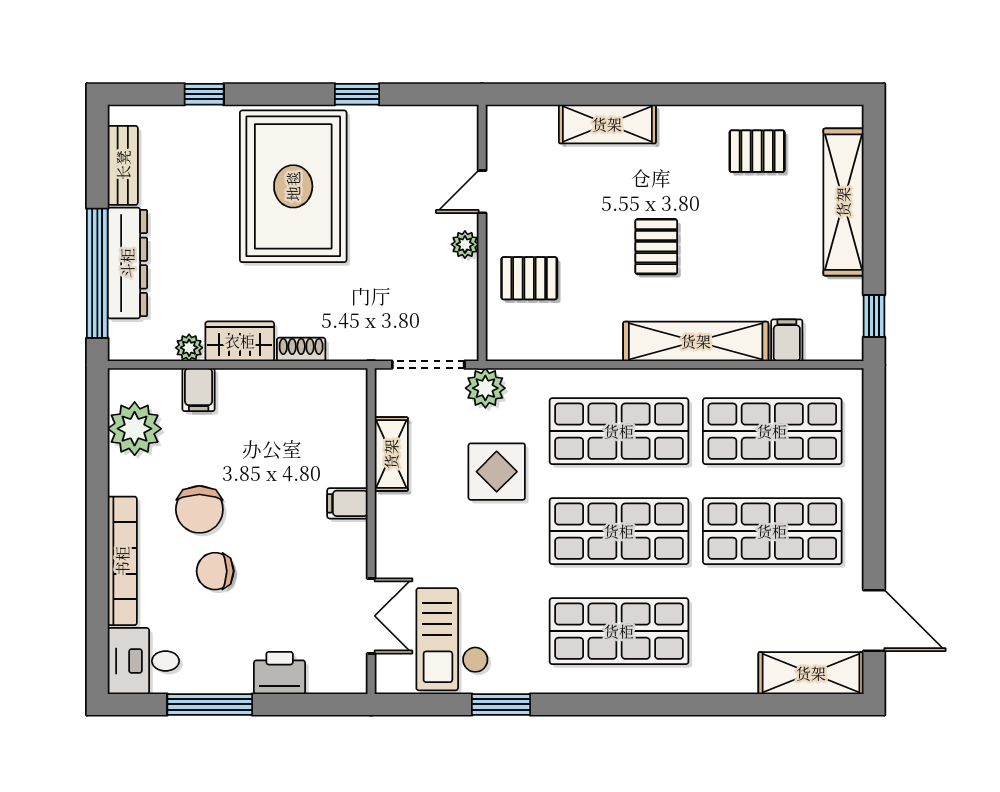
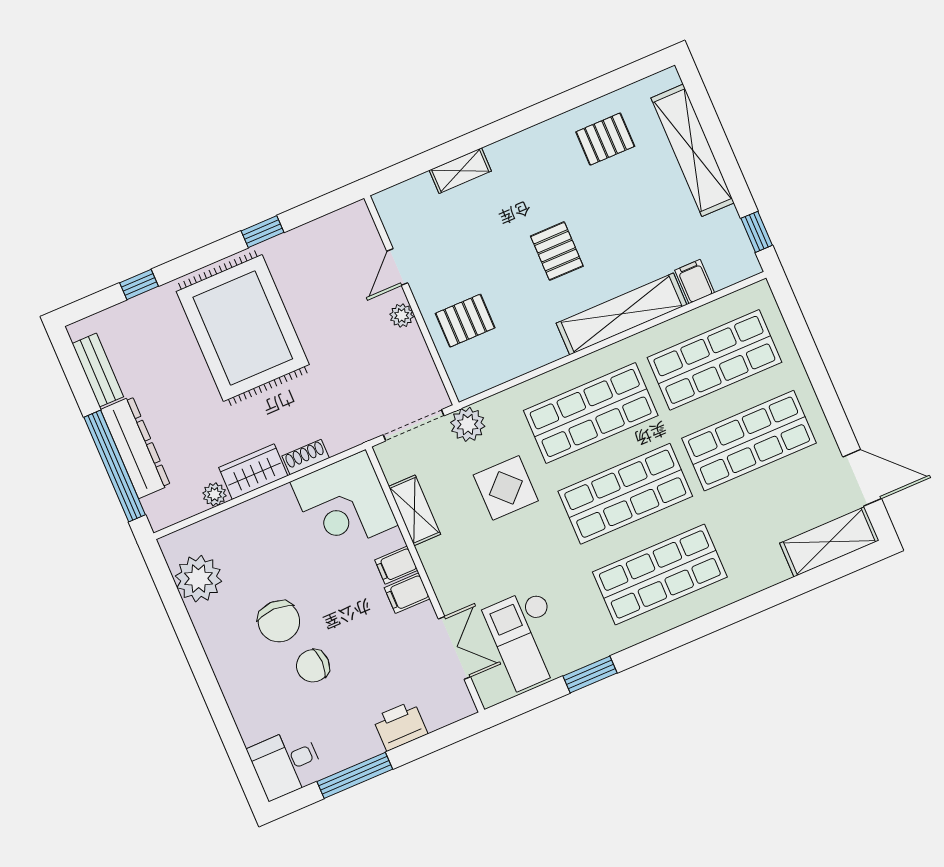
shelving: (607, 124) -> (460, 171), width x0.67, depth x0.75
filing cabinet: (199, 390) -> (407, 593), moved, turned 90
corner desk: (321, 415) -> (344, 503), added
bookcase: (122, 561) -> (234, 690), removed

